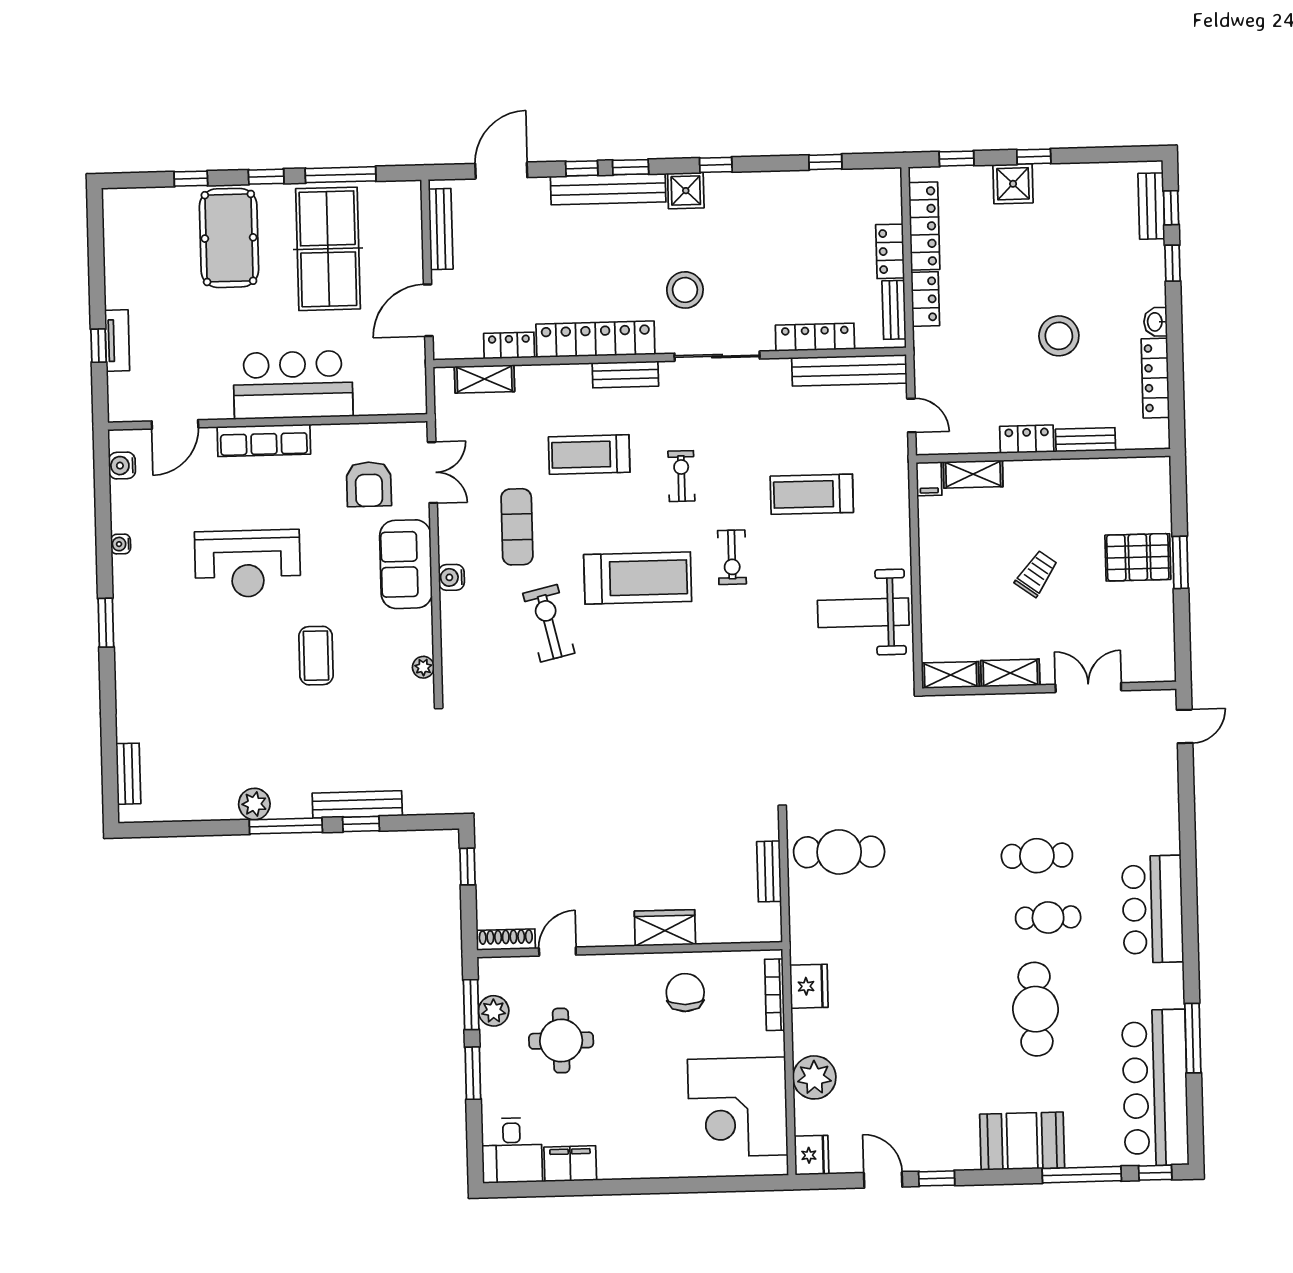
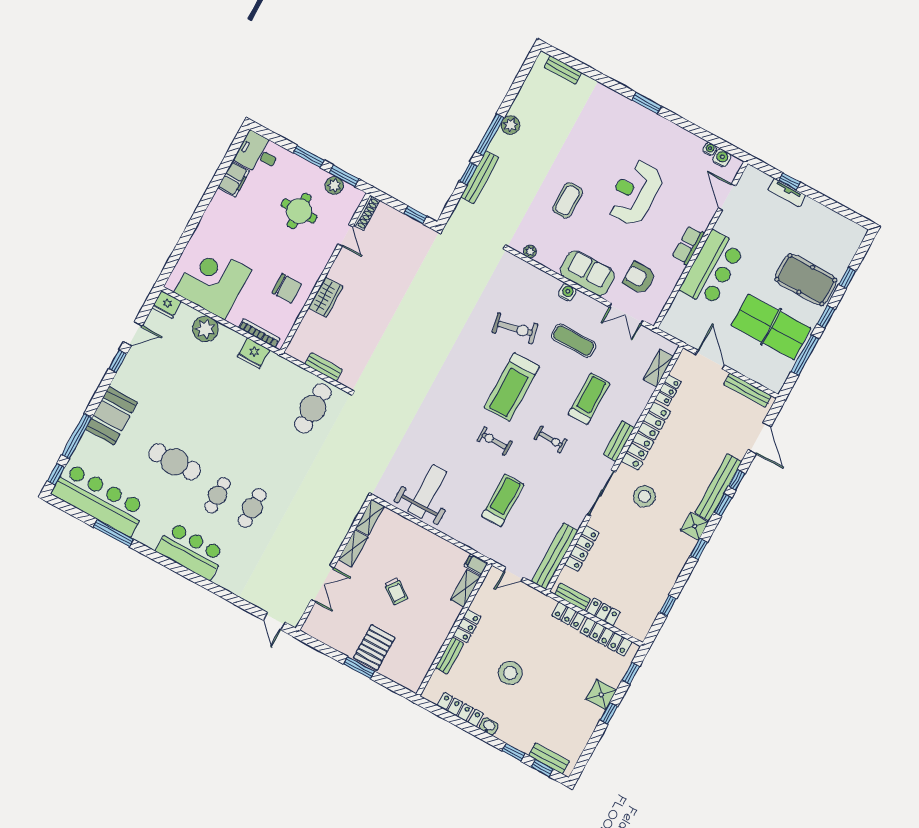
row of seats: (264, 440) -> (688, 245), width x0.68
water cooler: (121, 544) -> (710, 149), moved
coffee table: (316, 656) -> (568, 200), turned 90

